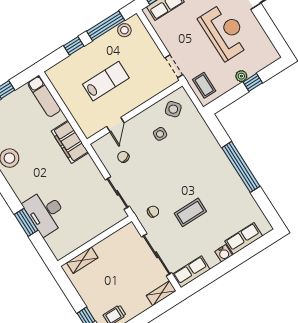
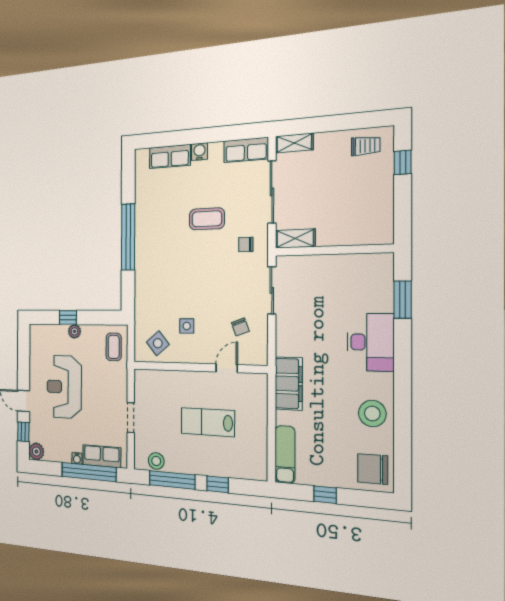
doorway: (174, 66) -> (131, 418), moved
desk: (45, 212) -> (371, 342), moved
window: (26, 222) -> (403, 300), moved
shelving: (82, 260) -> (295, 239), moved

